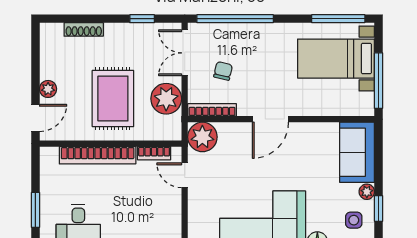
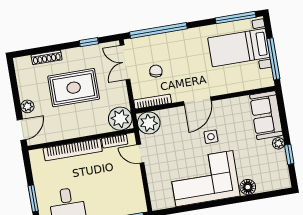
rug: (113, 99) -> (74, 88), moved, turned 90
plant: (166, 99) -> (120, 119), moved
side table: (354, 220) -> (211, 137), moved

